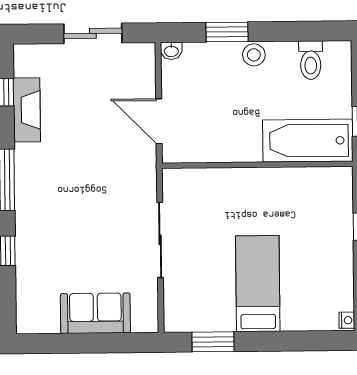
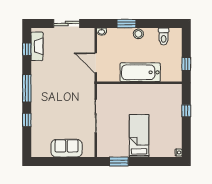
fireplace: (27, 110) -> (37, 46), moved
bathtub: (308, 141) -> (140, 72), moved

